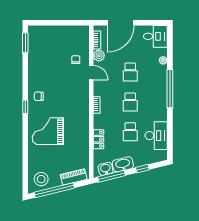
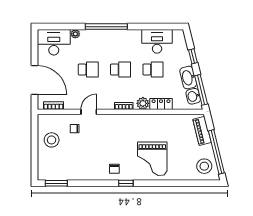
desk: (155, 36) -> (54, 42), width x1.37
stool: (65, 38) -> (52, 140), added
plant: (99, 56) -> (143, 103), moved

